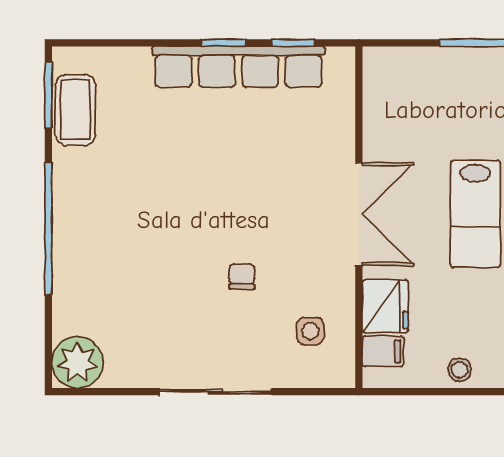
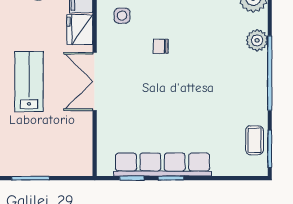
coffee table: (75, 110) -> (255, 140), width x0.73, depth x0.77
chair: (242, 277) -> (161, 46), turned 90
plant: (71, 287) -> (257, 40), added

